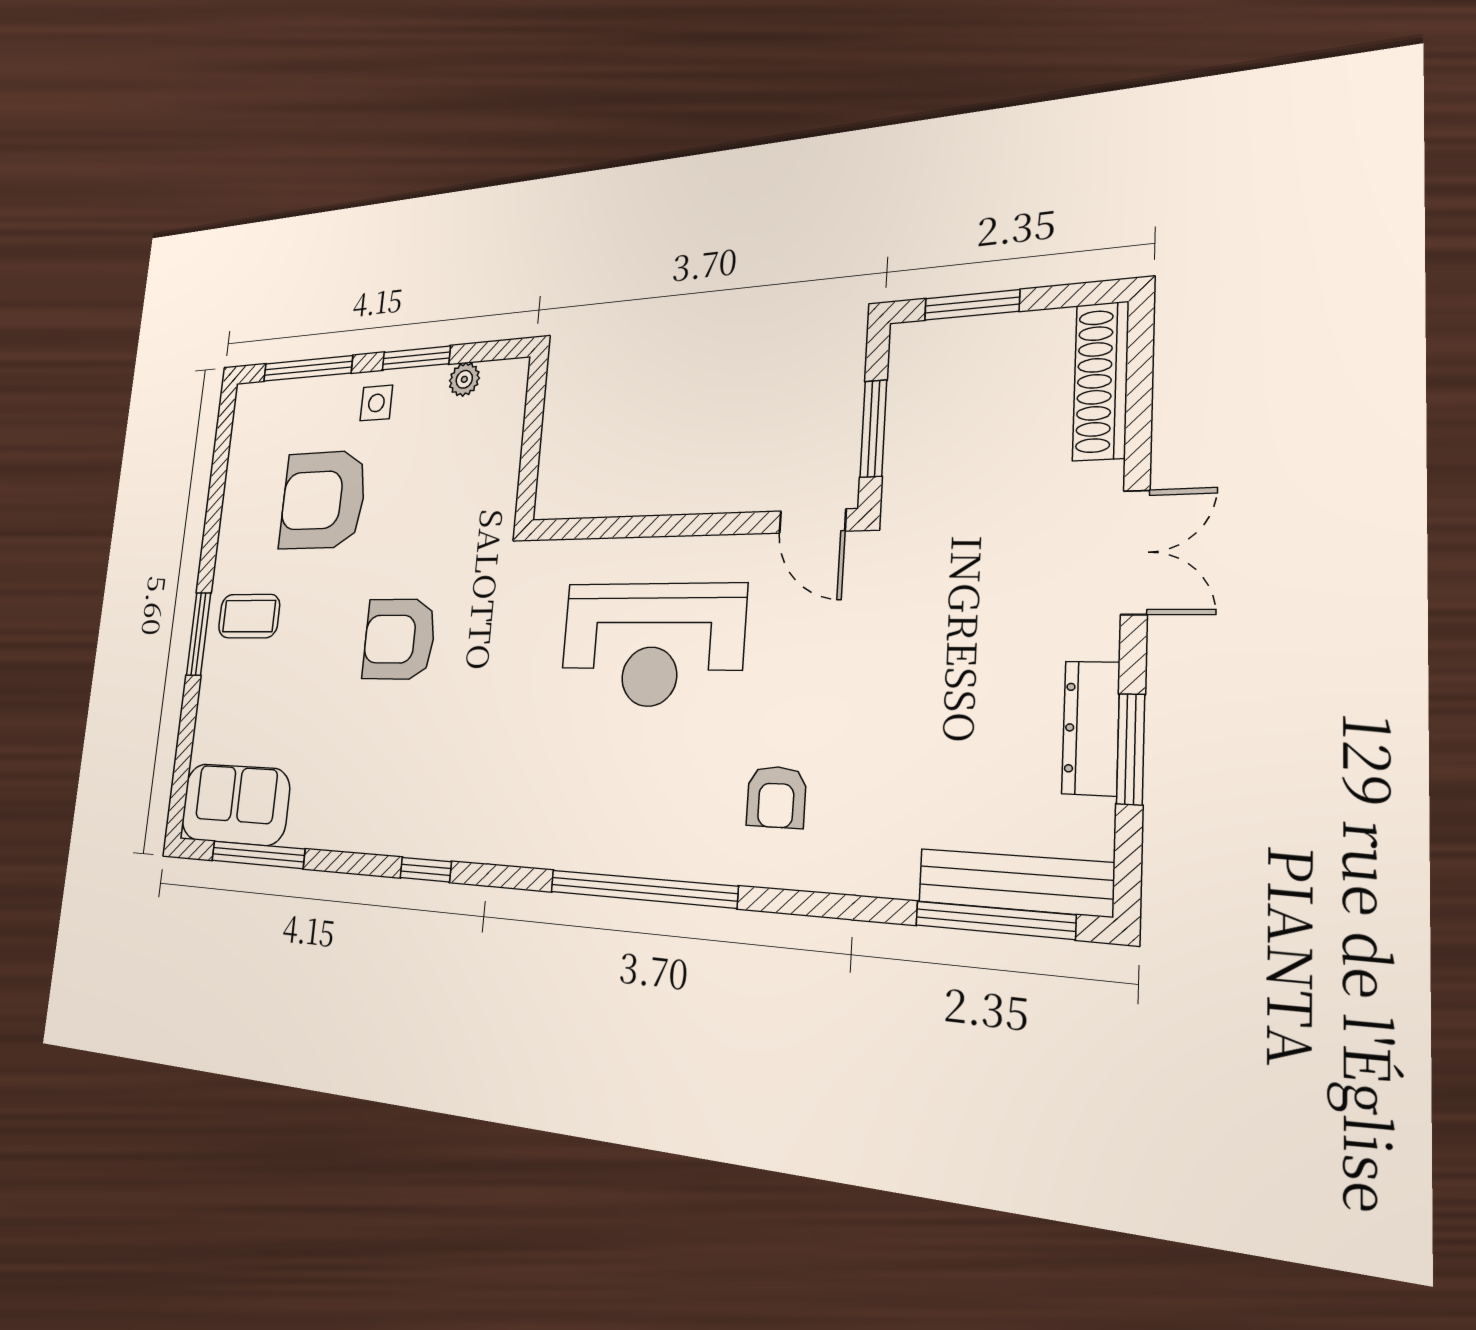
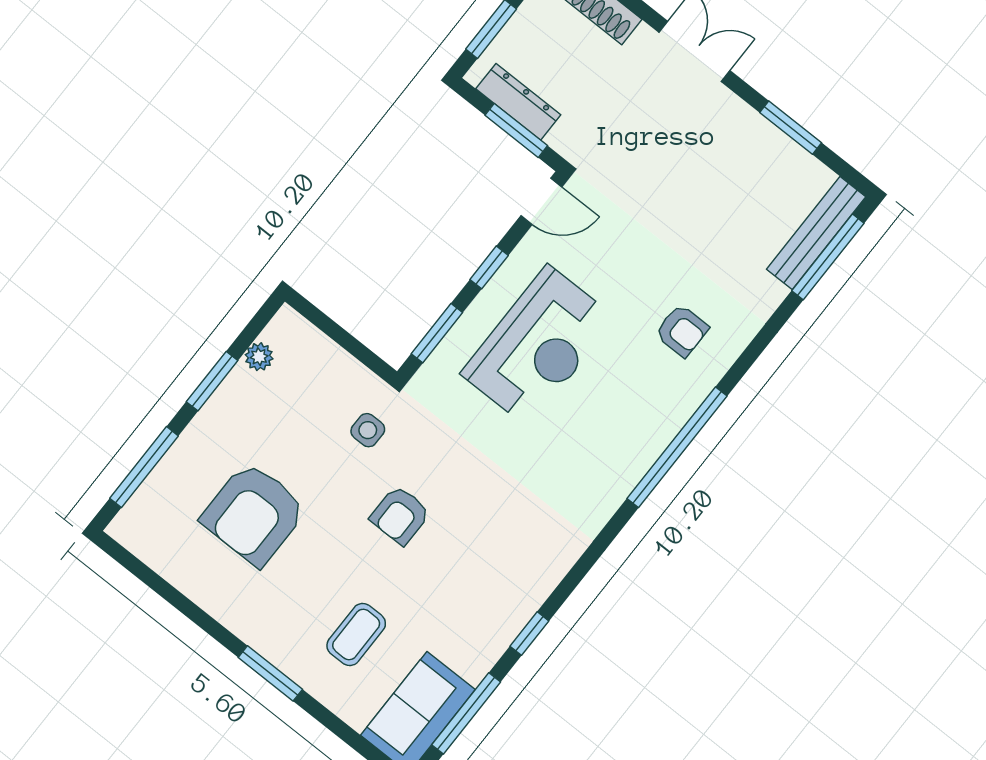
side table: (376, 403) -> (368, 430), moved
window: (700, 525) -> (489, 267), added
window: (596, 528) -> (437, 333), added
coffee table: (249, 616) -> (356, 634), moved
armchair: (399, 639) -> (400, 515), width x0.72, depth x0.72
dresser: (1091, 728) -> (518, 102), moved, turned 180
window: (426, 870) -> (529, 634), moved

